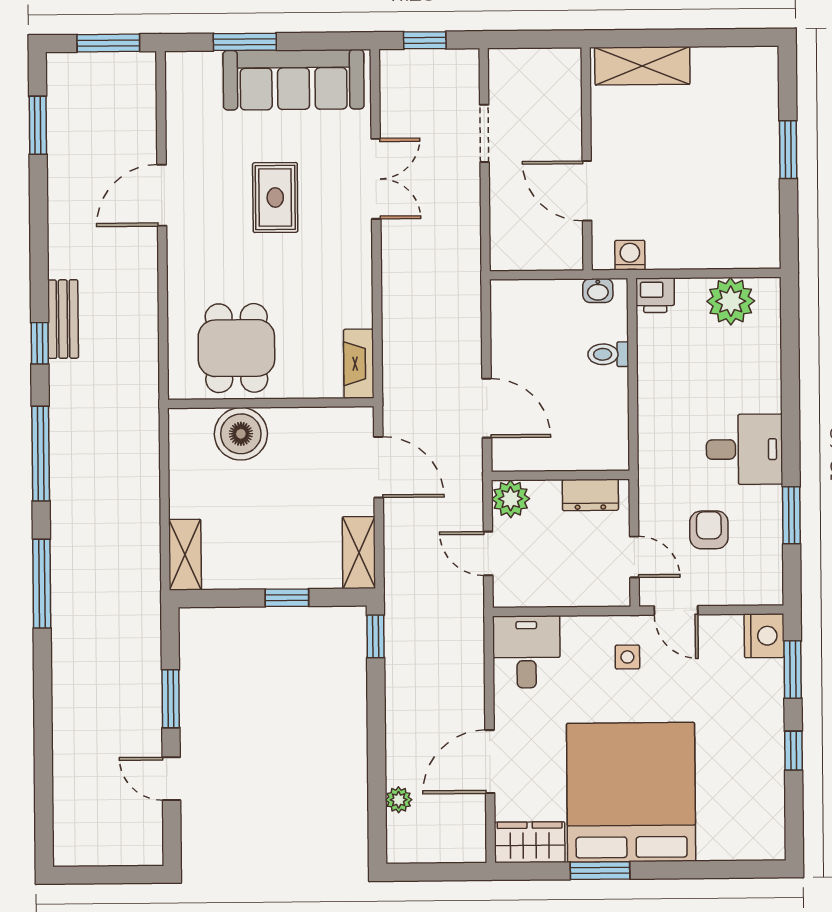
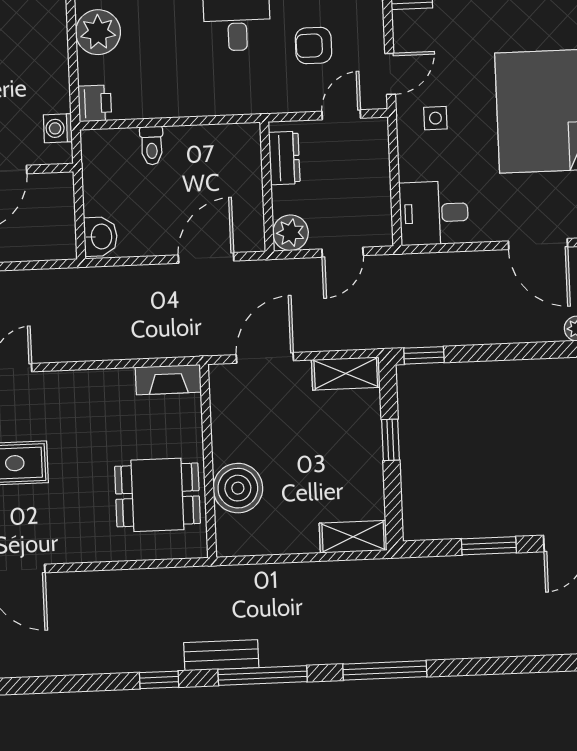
washbasin: (598, 291) -> (101, 237), moved, width x1.38, depth x1.45
bench: (63, 319) -> (221, 655), moved

